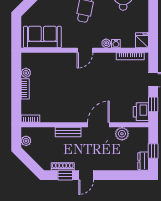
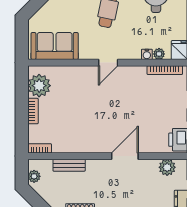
plant: (106, 43) -> (159, 54), moved
plant: (26, 73) -> (39, 86), width x1.88, depth x1.88
bench: (68, 132) -> (69, 165), moved
plant: (122, 134) -> (167, 167), moved

